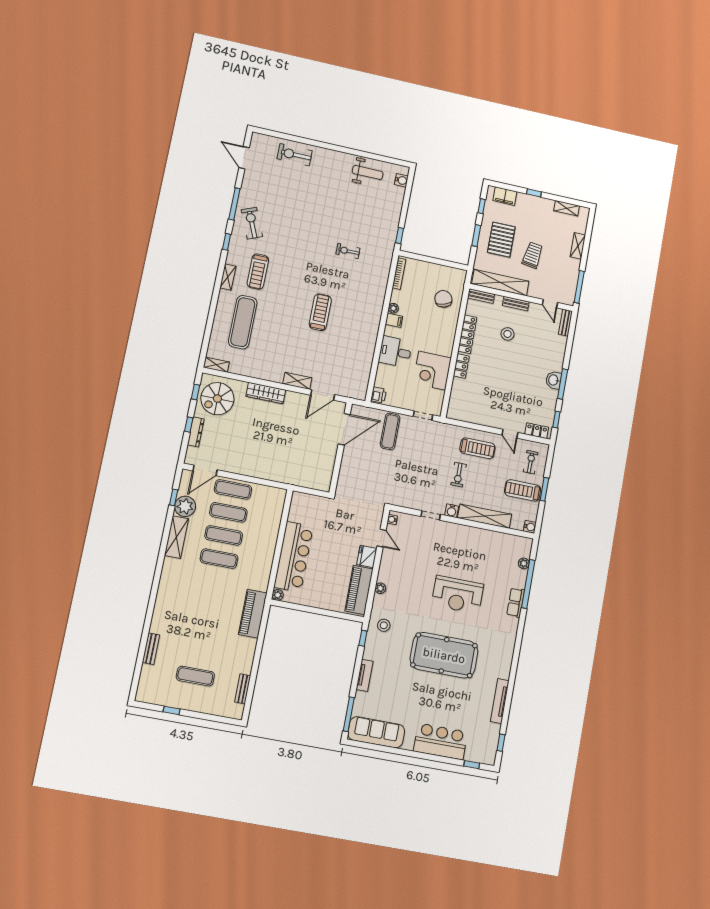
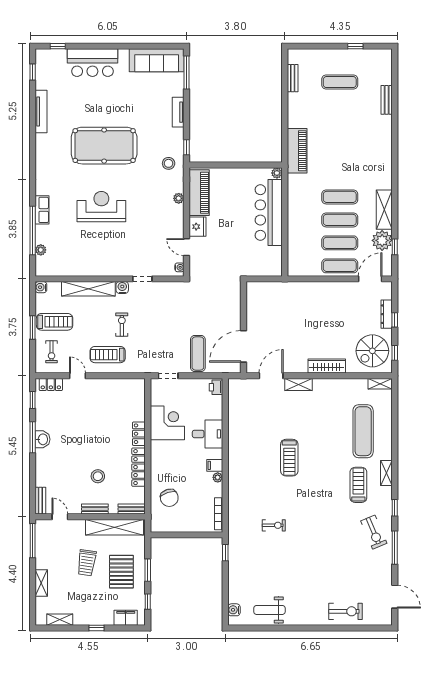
spiral stairs: (217, 399) -> (372, 351), turned 180

